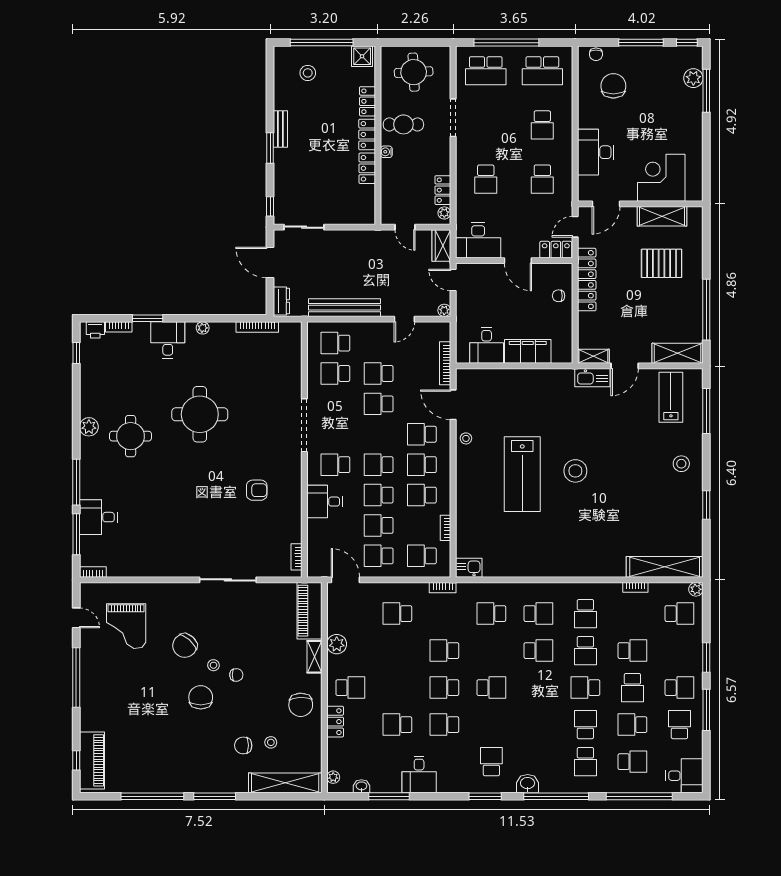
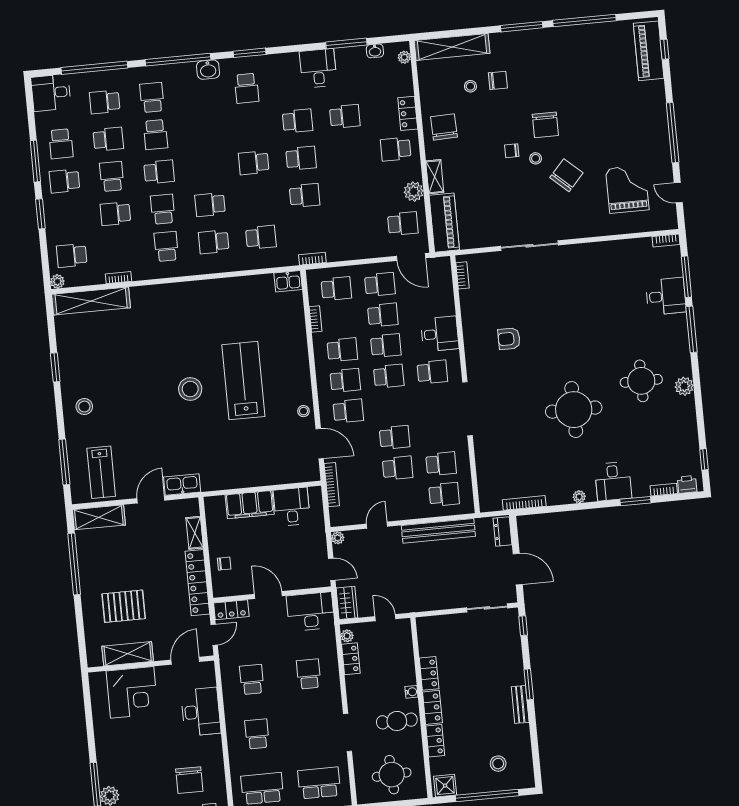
shelving: (593, 356) -> (195, 533), moved, turned 90
school desk: (397, 614) -> (403, 224), moved

